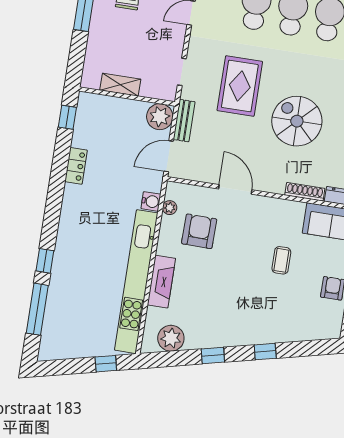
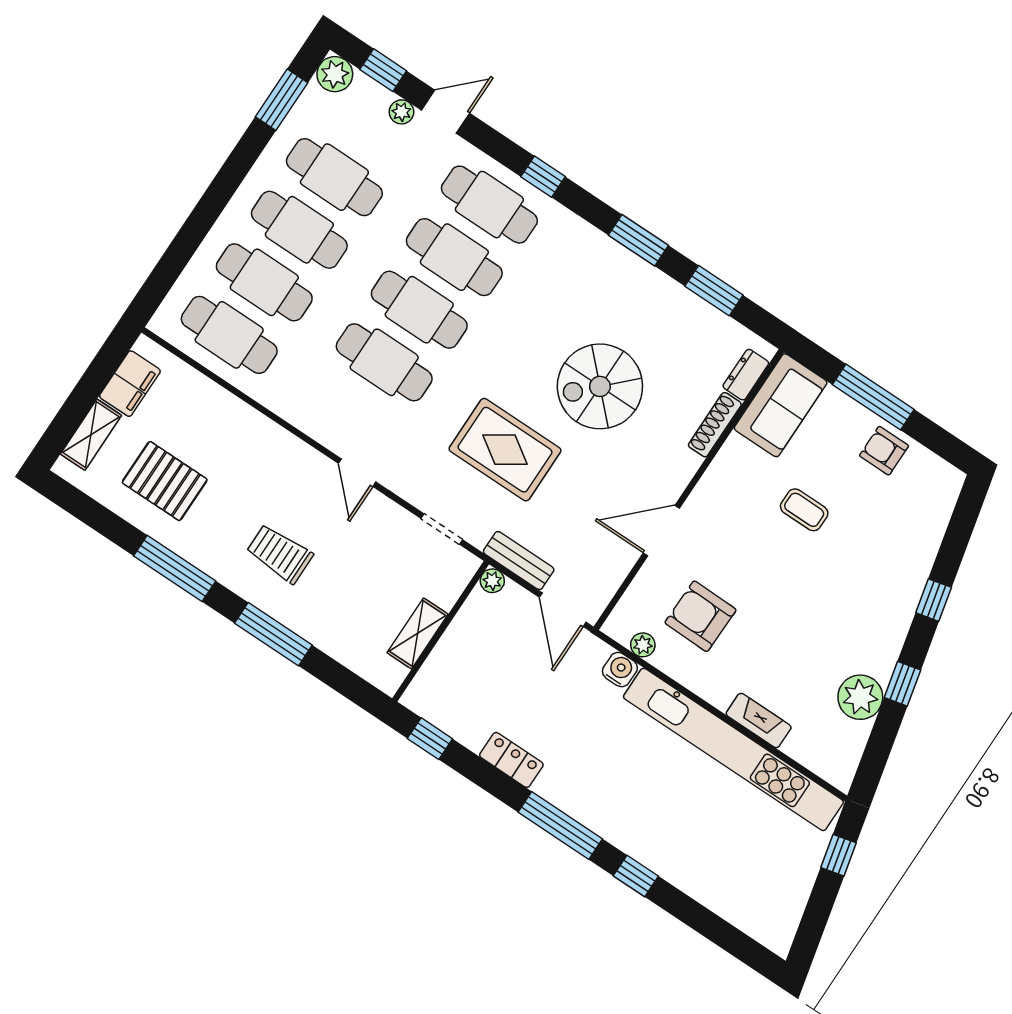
plant: (160, 117) -> (492, 581), width x0.53, depth x0.53
fireplace: (161, 282) -> (759, 720), width x0.73, depth x0.76
window: (37, 309) -> (560, 826), moved
plant: (171, 338) -> (860, 697), moved

